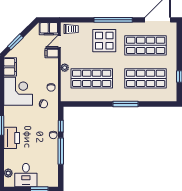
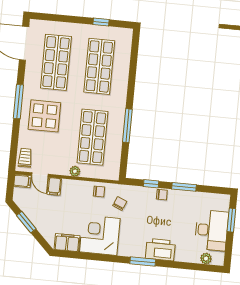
window: (113, 20) -> (18, 102), width x0.68
filing cabinet: (49, 29) -> (22, 181), width x0.50
window: (15, 42) -> (26, 222), moved
window: (125, 104) -> (127, 126), moved
window: (61, 151) -> (184, 187), width x0.69
desk: (26, 175) -> (211, 230), width x1.37

